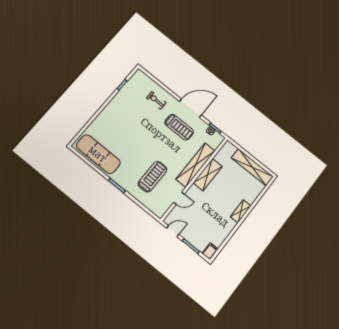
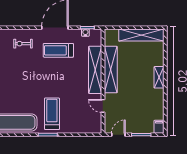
treadmill: (179, 127) -> (58, 50), turned 180
shelving: (208, 175) -> (111, 70), width x1.47
treadmill: (153, 177) -> (52, 114), moved
door: (179, 198) -> (103, 106), swing flipped

